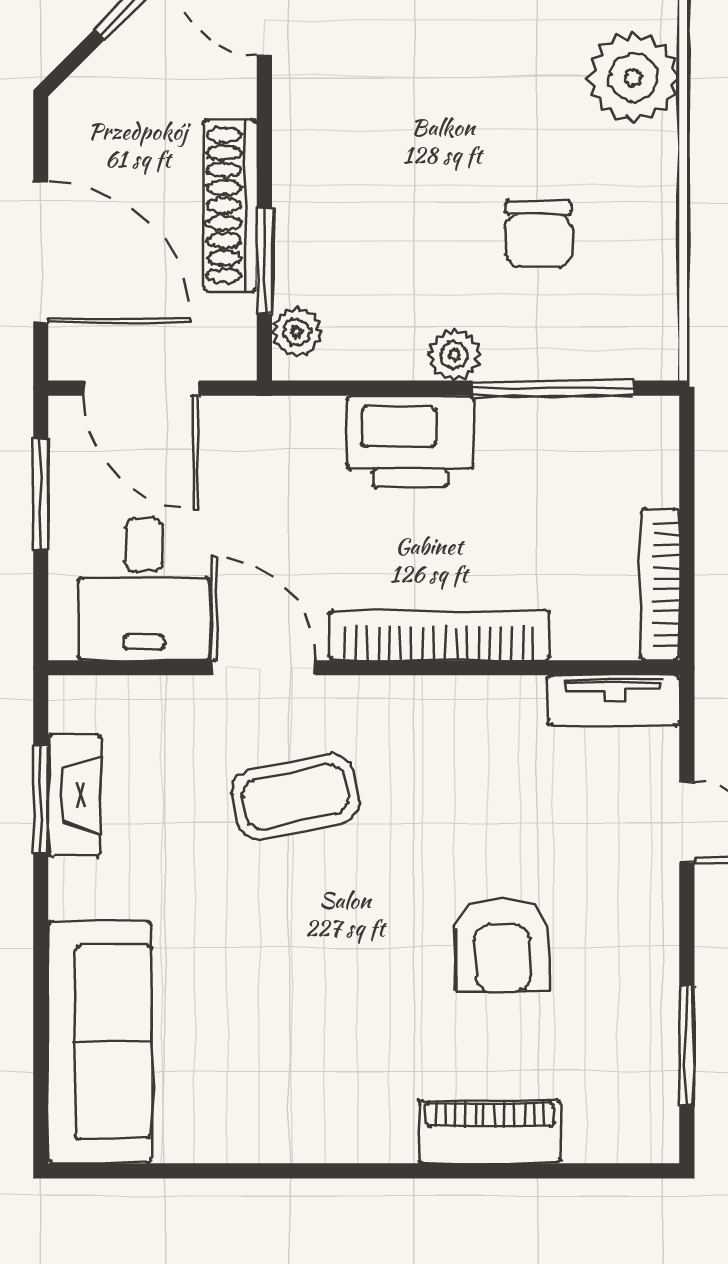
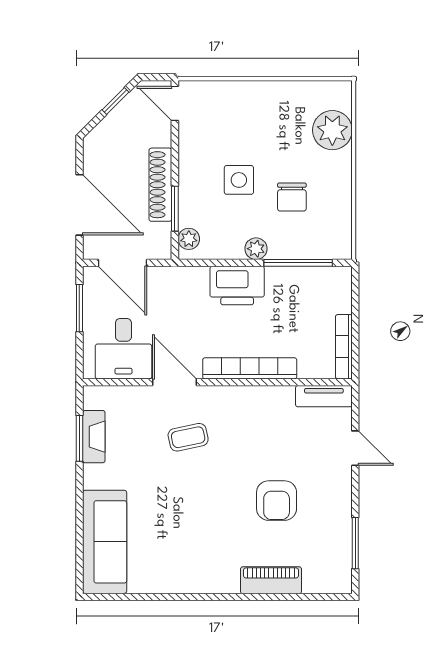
side table: (414, 194) -> (239, 180), added
coffee table: (295, 797) -> (188, 437), width x0.73, depth x0.77

